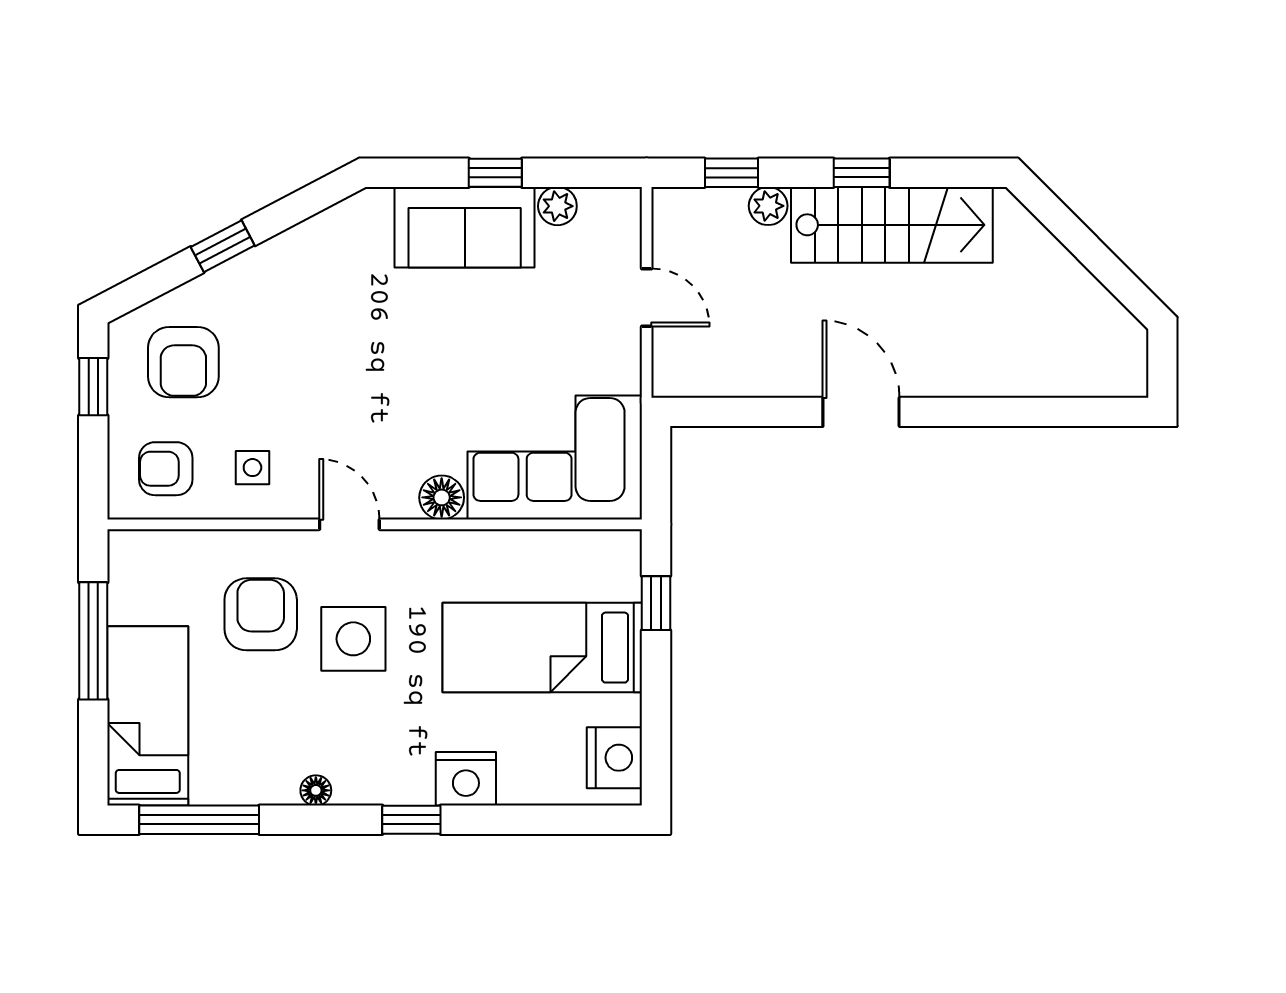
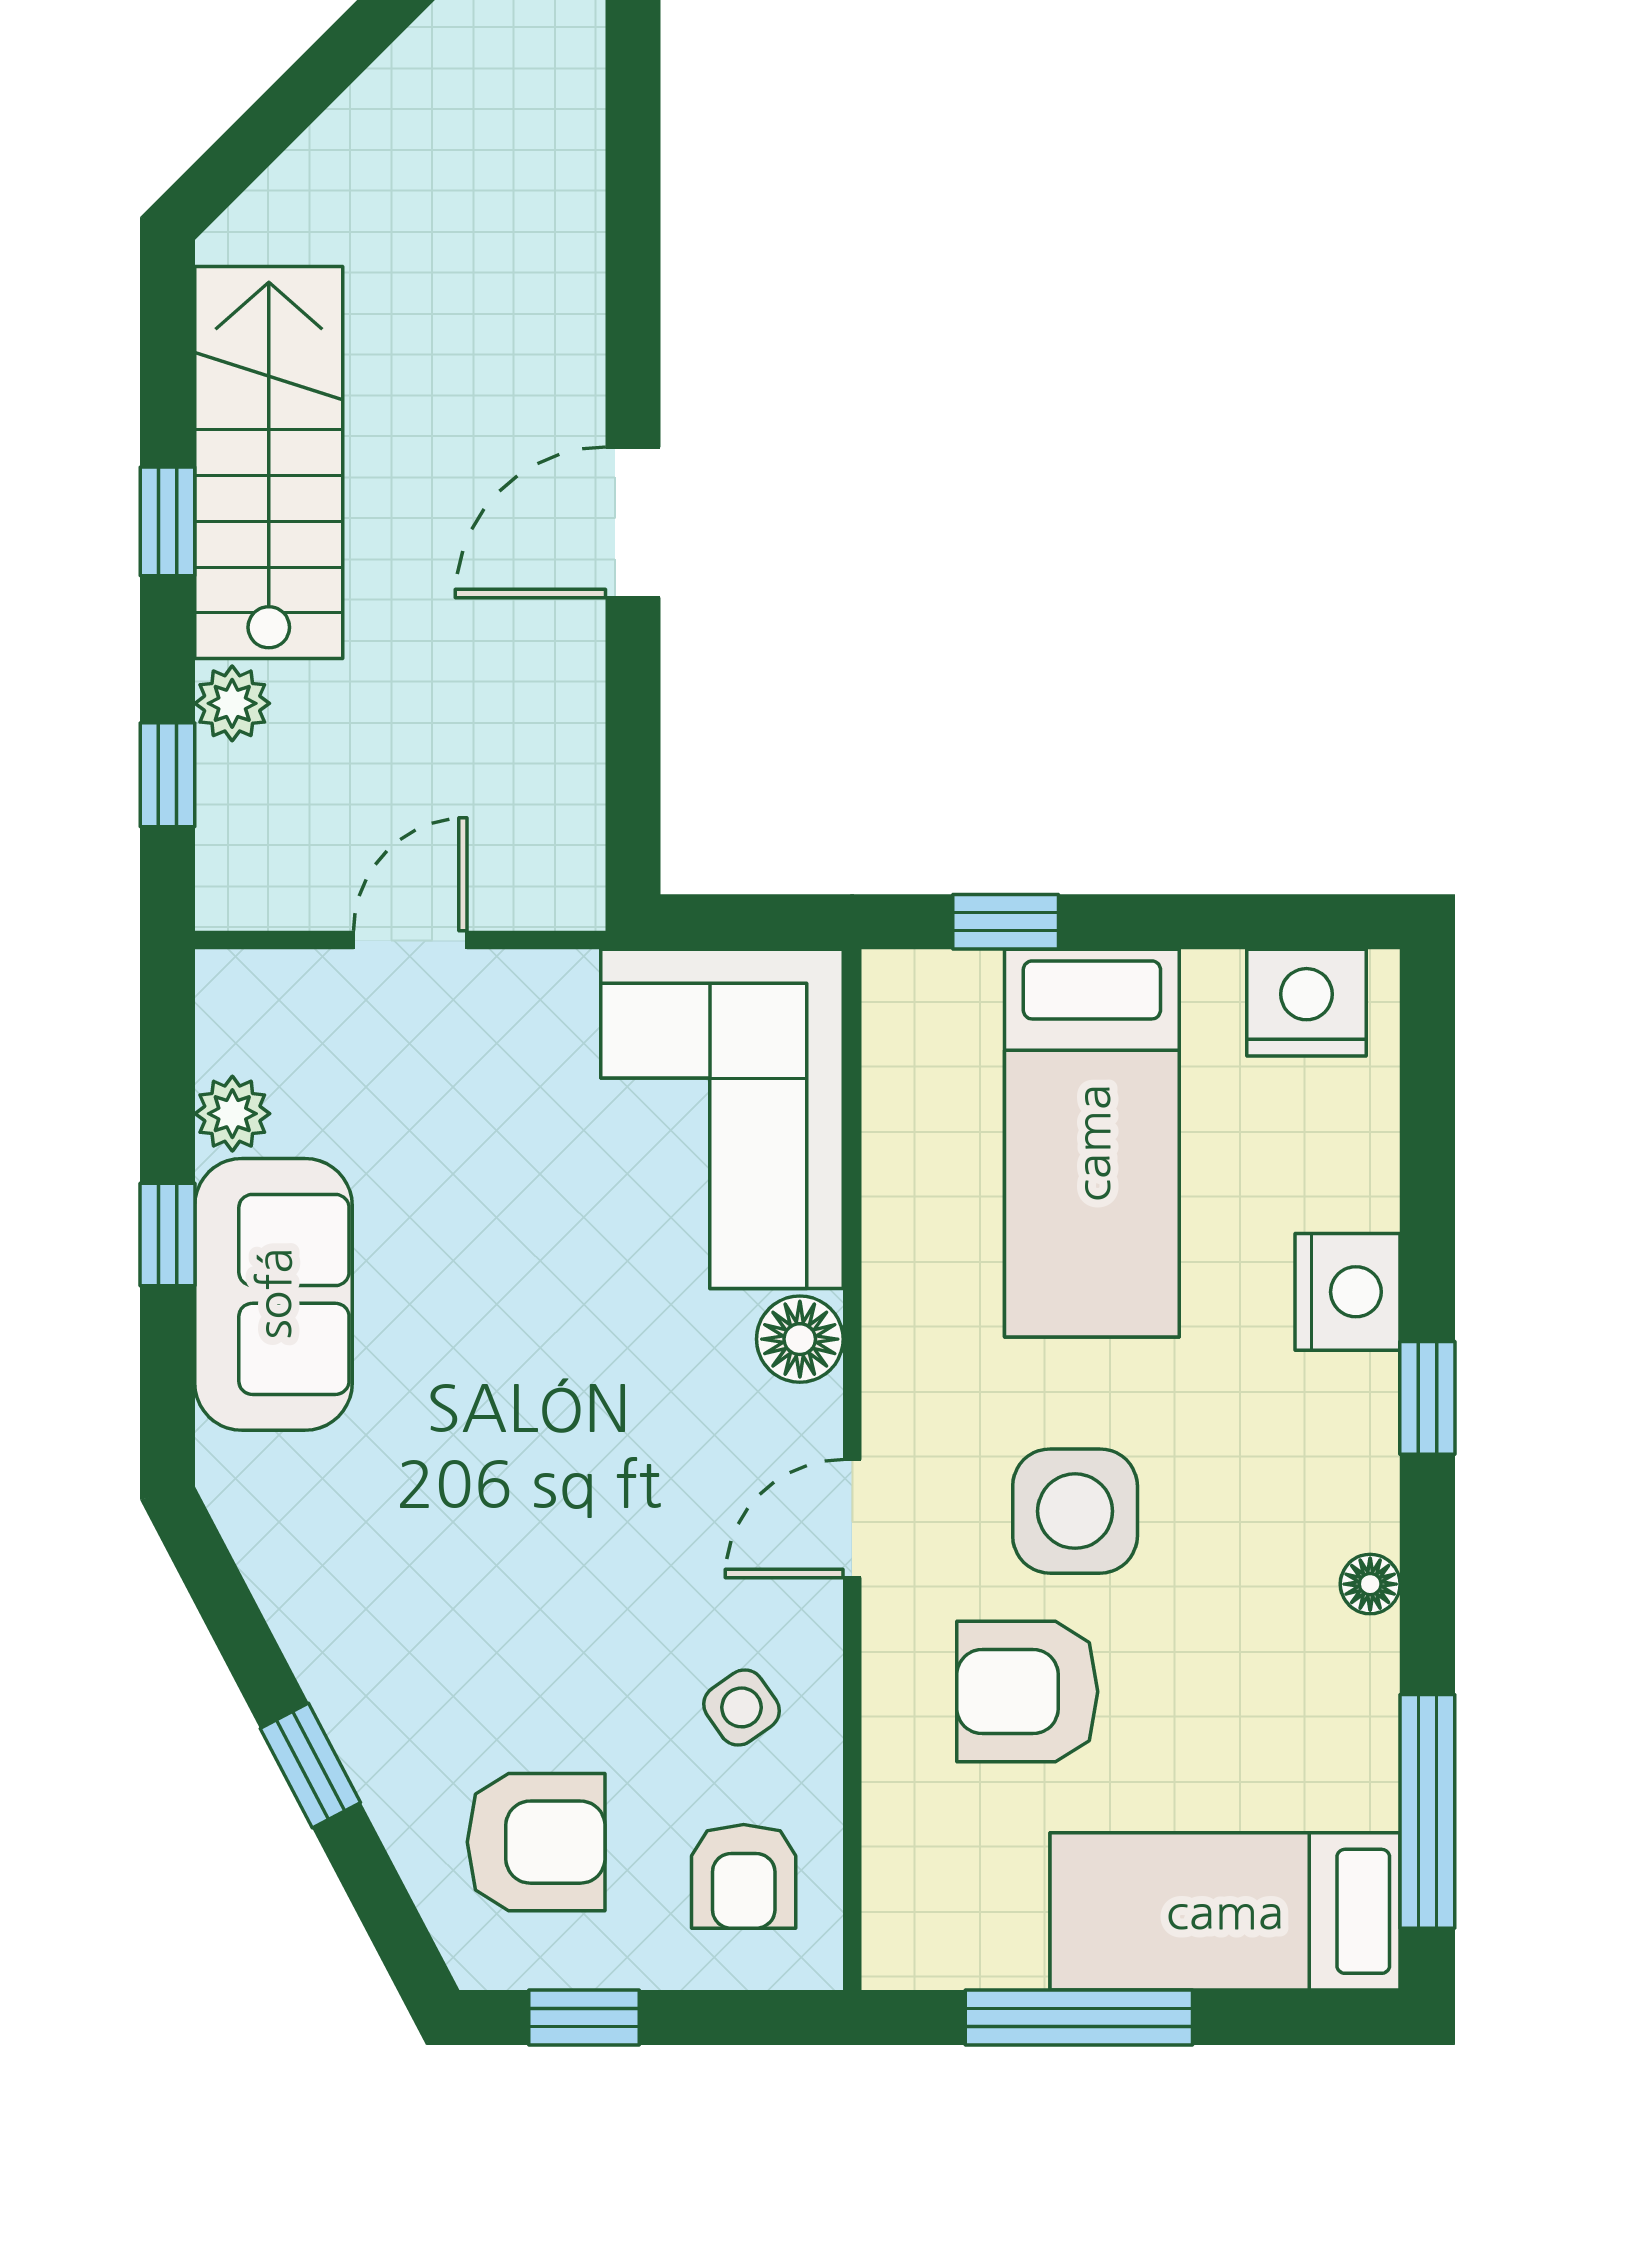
side table: (252, 468) -> (741, 1707), turned -35

